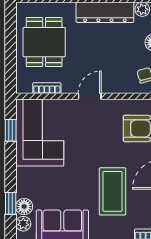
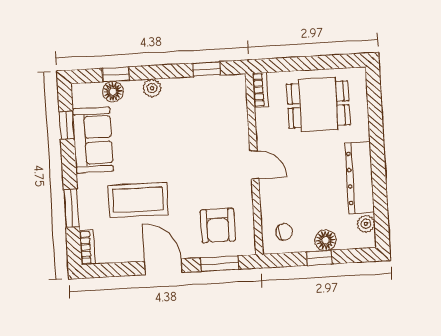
bookcase: (47, 88) -> (260, 90), moved
corner sofa: (40, 133) -> (206, 106), removed
plant: (23, 224) -> (152, 88), moved

